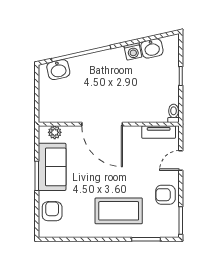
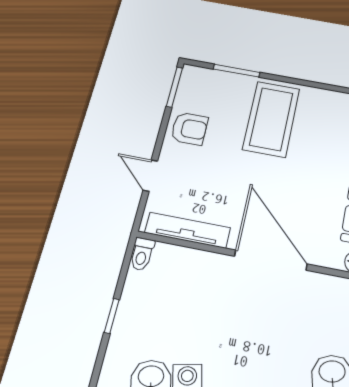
tv unit: (159, 132) -> (187, 230), width x1.41
door: (181, 161) -> (150, 176), swing flipped
coffee table: (119, 211) -> (271, 119), turned 90

